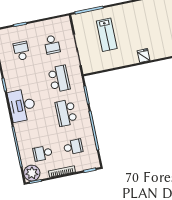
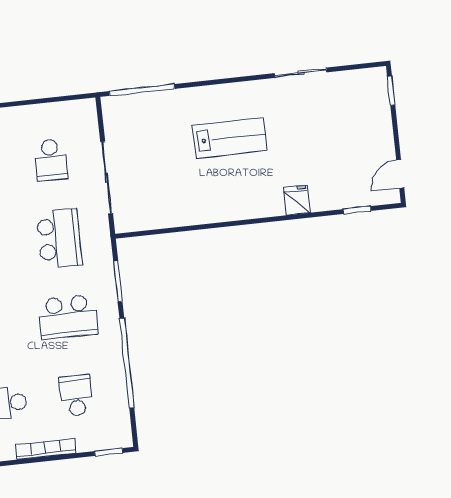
lab bench: (107, 35) -> (230, 138), moved, turned -90
fridge: (144, 56) -> (297, 200), moved
school desk: (66, 113) -> (68, 317), turned -90
school desk: (73, 147) -> (76, 396), turned -90

